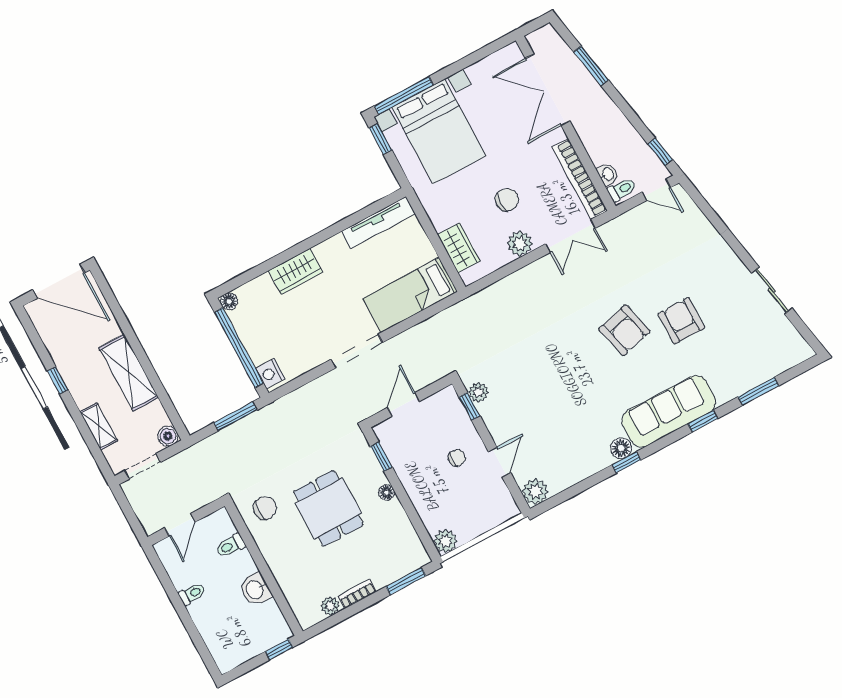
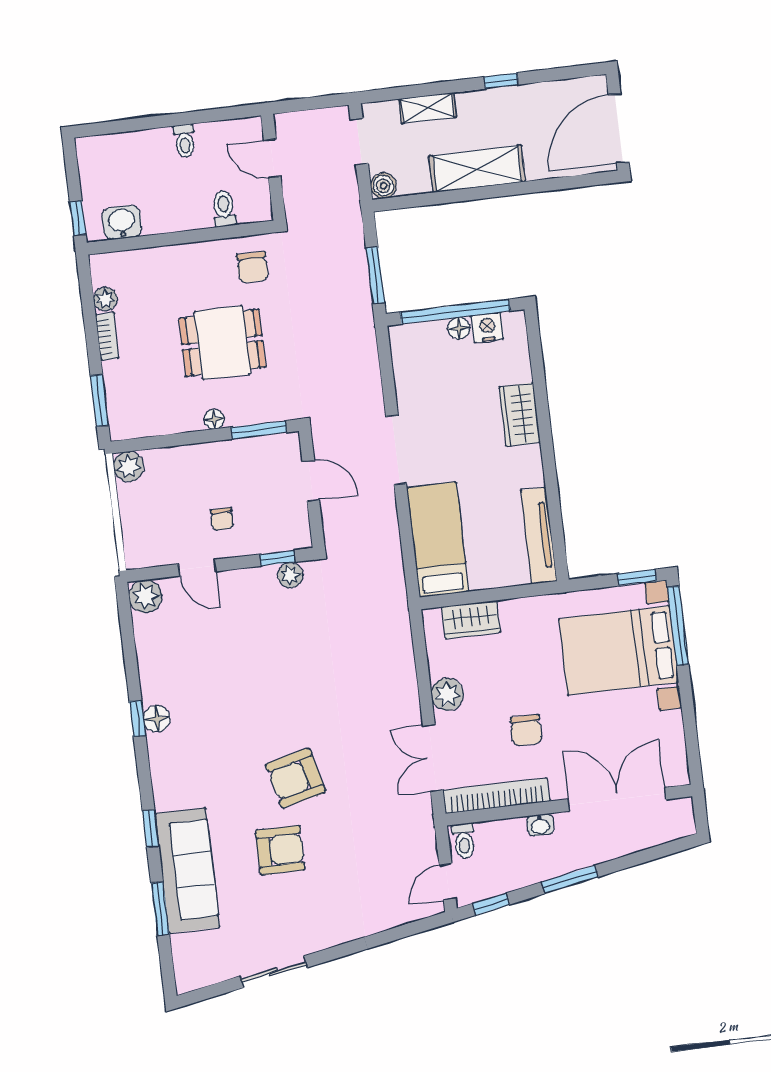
window: (591, 66) -> (570, 879), moved
washbasin: (608, 174) -> (540, 825), moved
chair: (507, 200) -> (526, 730), moved
floor lamp: (229, 301) -> (459, 328), moved
nightstand: (270, 374) -> (487, 328), moved
sofa: (669, 411) -> (187, 870), moved
window: (381, 457) -> (259, 430), width x1.50
washbasin: (255, 589) -> (122, 222), moved

